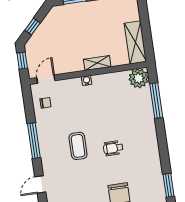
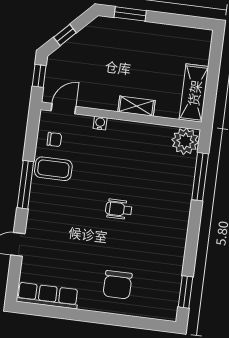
water cooler: (87, 80) -> (100, 123), moved
coffee table: (78, 146) -> (53, 169), moved, turned 90
wheelchair: (113, 148) -> (119, 209), moved

